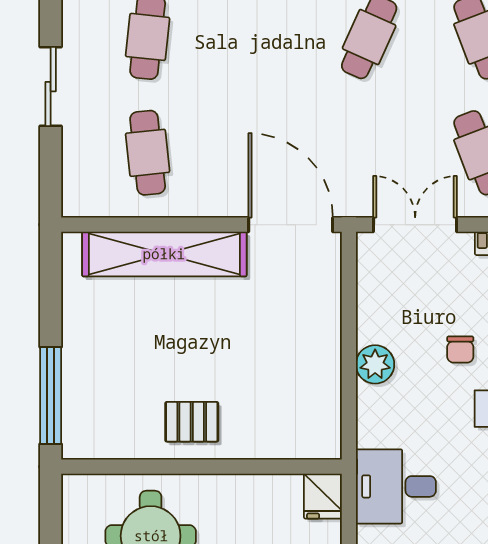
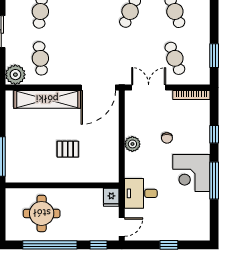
plant: (86, 193) -> (15, 75), added
door: (291, 225) -> (98, 87), swing flipped
pallet: (192, 422) -> (68, 149), moved

